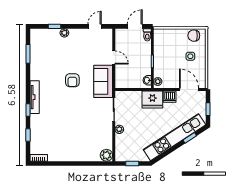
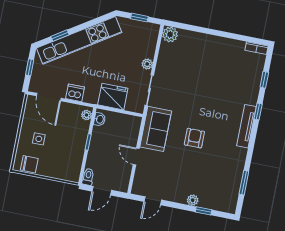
fridge: (152, 99) -> (113, 97), moved

